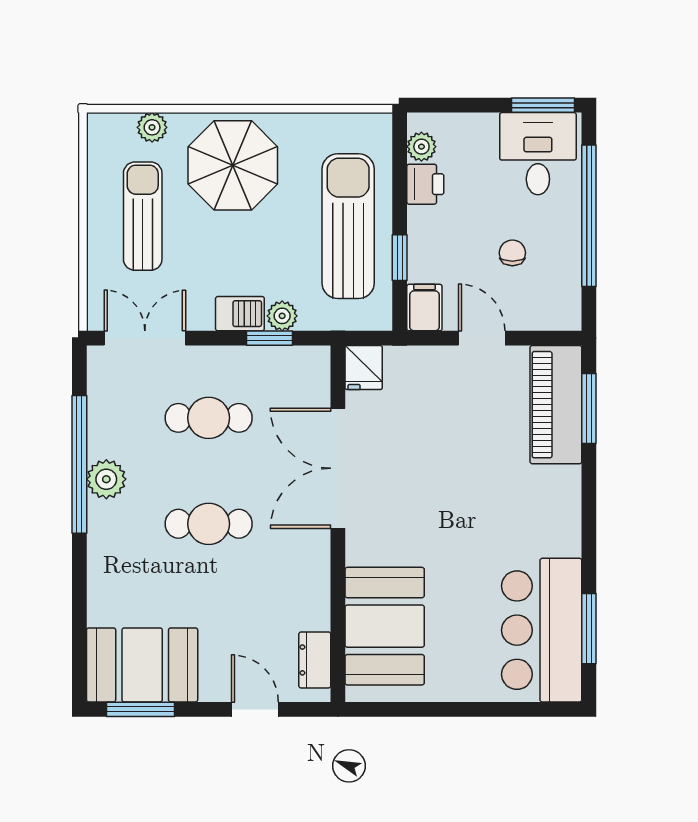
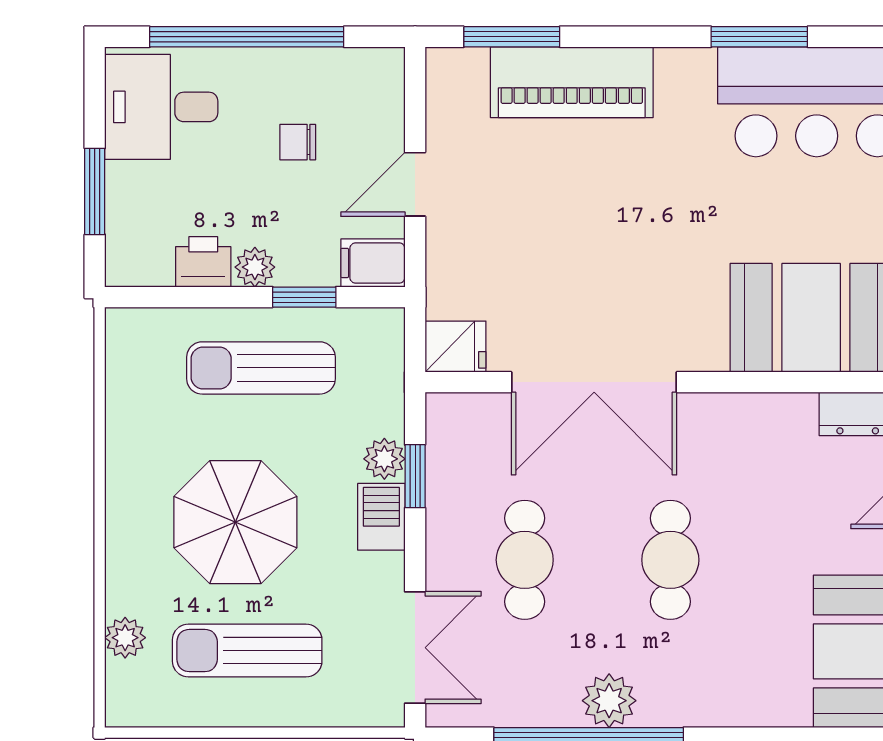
window: (543, 105) -> (95, 191), moved
plant: (421, 147) -> (255, 267), moved
parasol: (233, 165) -> (235, 522), moved
sun lounger: (348, 226) -> (261, 368), width x0.73, depth x0.75
double door: (145, 338) -> (415, 648), swing flipped
piano: (556, 405) -> (572, 82), moved
window: (589, 629) -> (759, 37), moved

